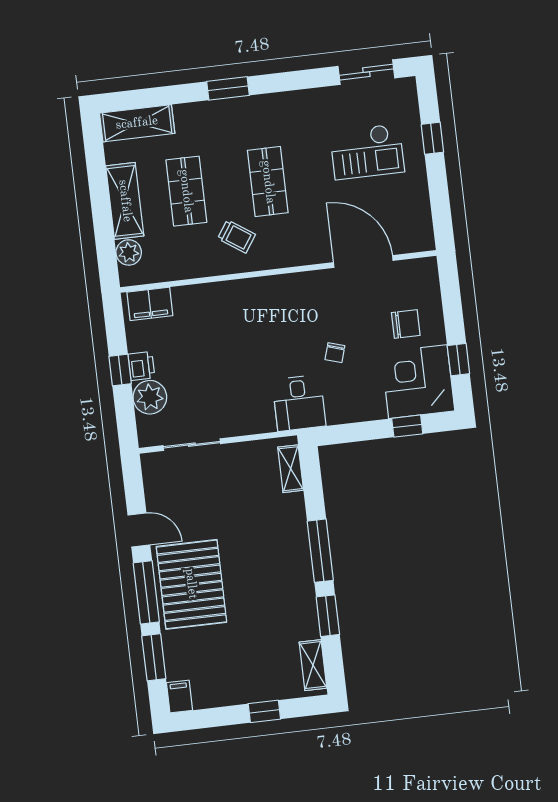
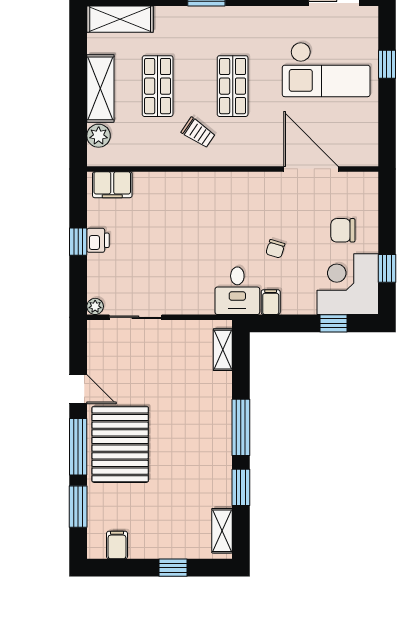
checkout: (367, 152) -> (326, 69), width x1.36, depth x1.21
chair: (406, 324) -> (343, 230), turned 180
plant: (150, 397) -> (95, 306), moved, width x0.53, depth x0.53
filing cabinet: (337, 411) -> (271, 302), added
filing cabinet: (180, 696) -> (117, 545), moved

